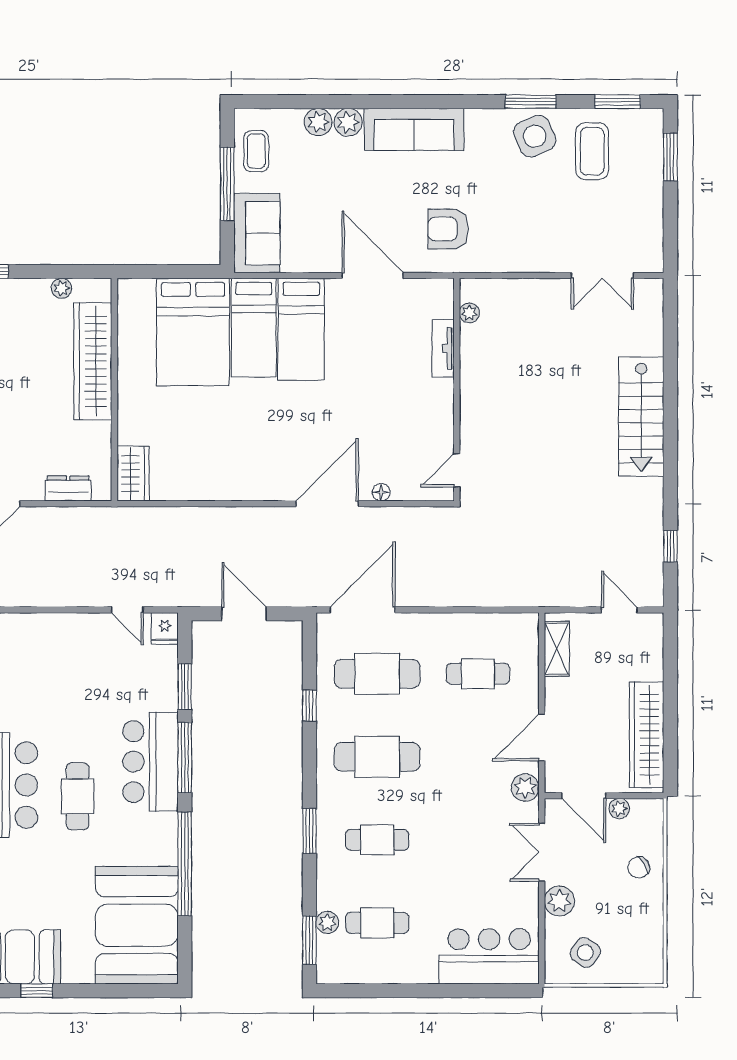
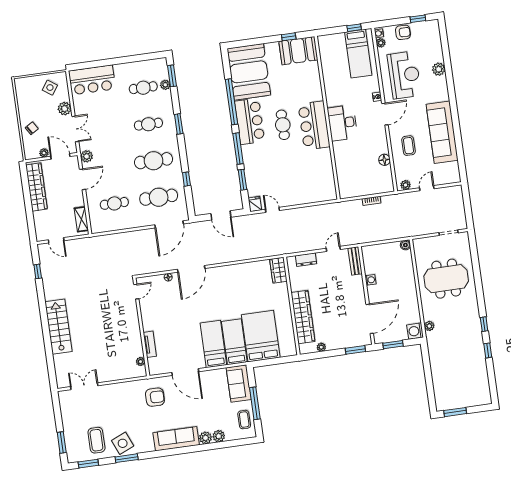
bar counter: (150, 762) -> (250, 121), moved

